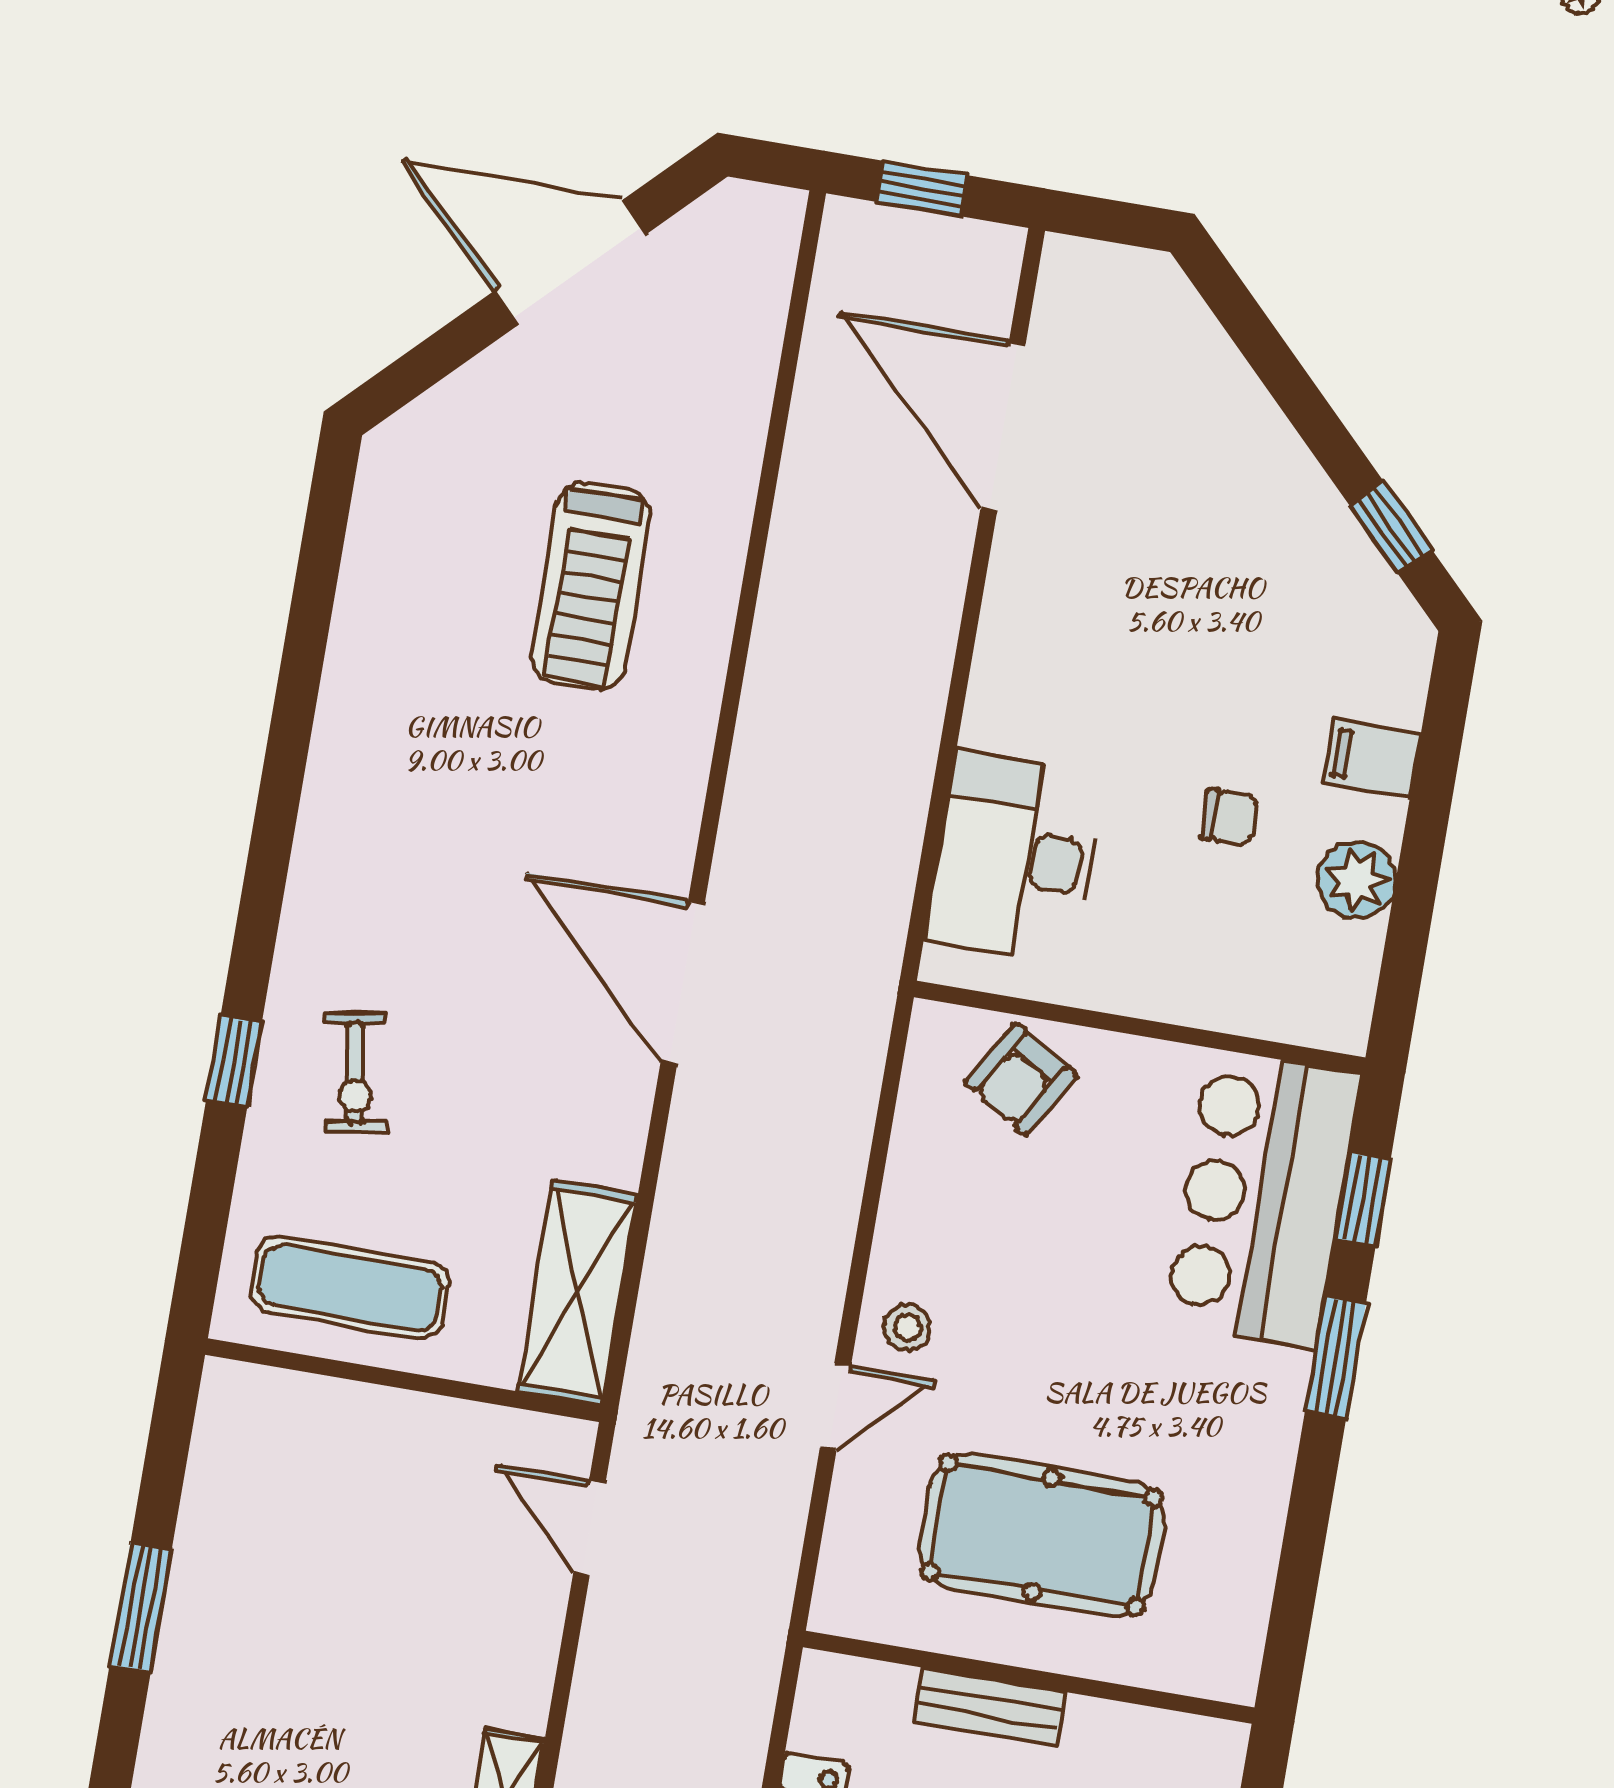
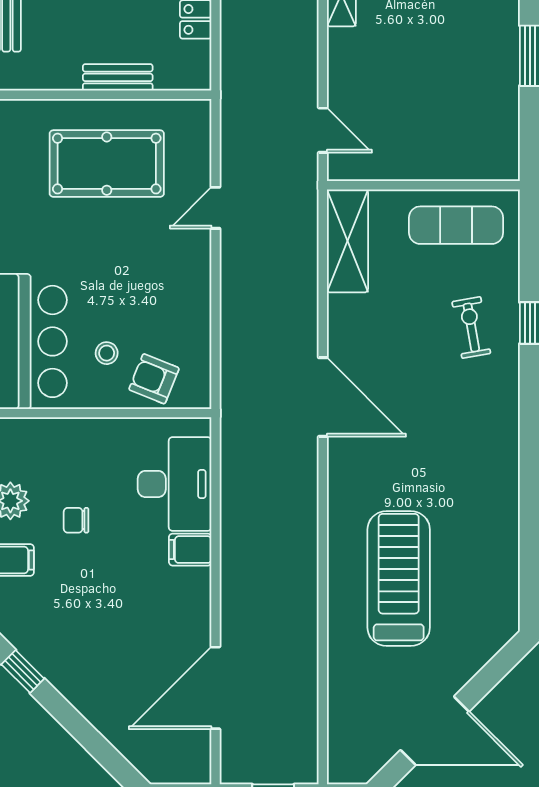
door: (1003, 426) -> (215, 688), swing flipped
treadmill: (591, 586) -> (399, 579), width x1.37, depth x1.38
filing cabinet: (1006, 718) -> (190, 550), added
armchair: (1021, 1079) -> (154, 379), turned -99
stool: (907, 1327) -> (107, 353), moved

